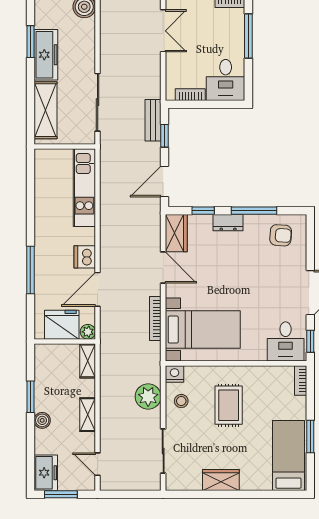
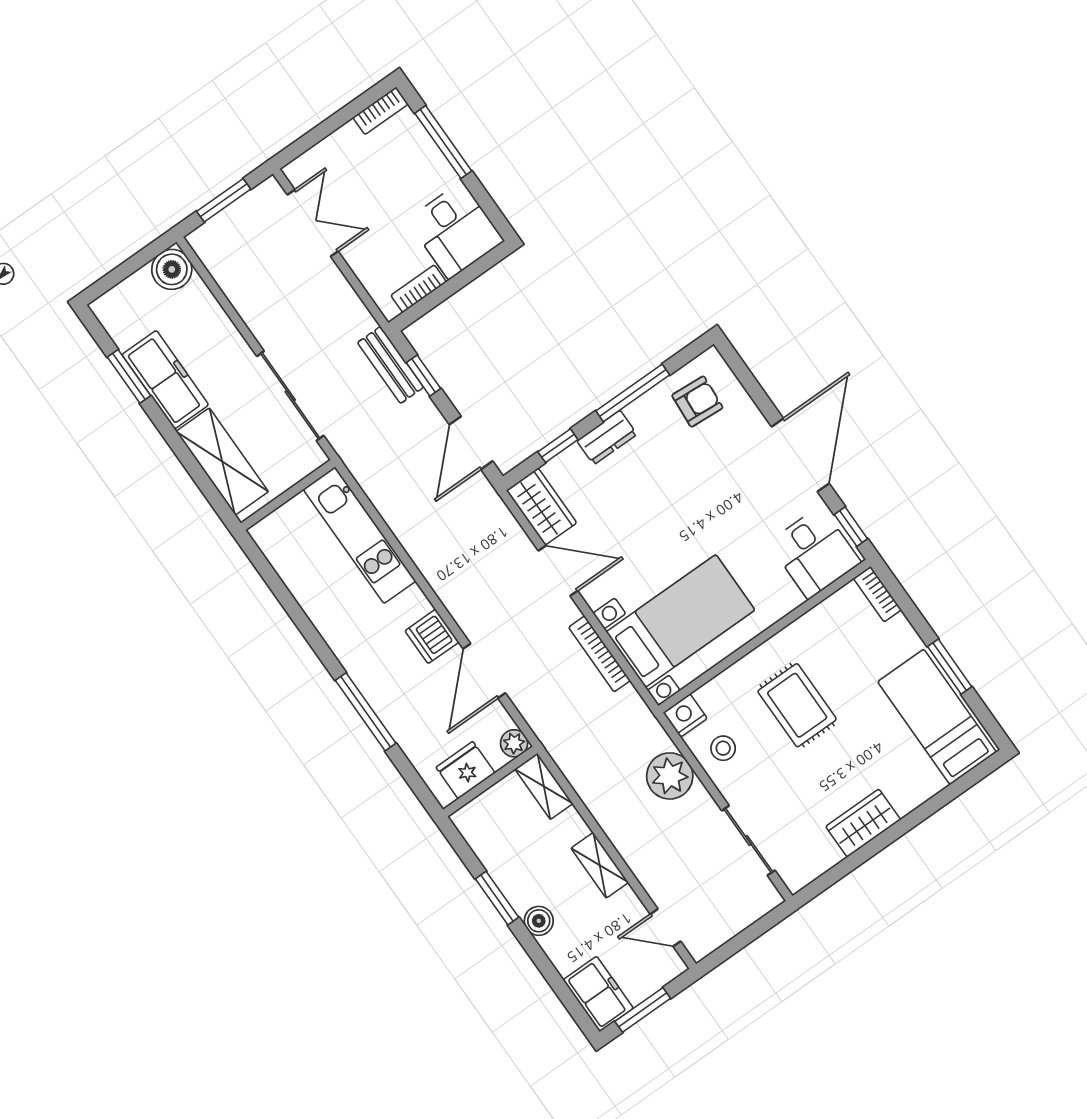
fridge: (62, 325) -> (466, 770), width x0.73, depth x0.75

